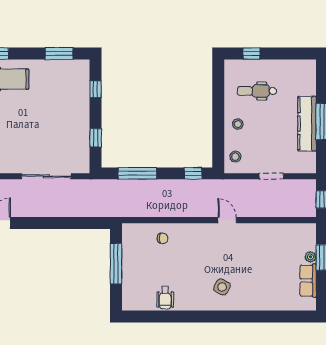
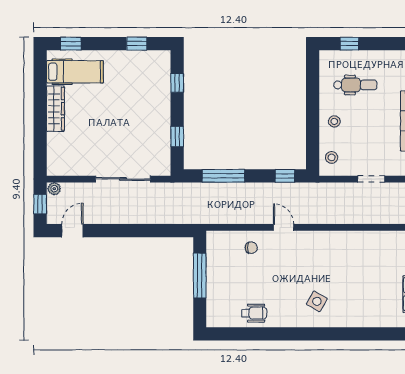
window: (59, 54) -> (137, 44), width x0.67
dental chair: (257, 91) -> (355, 85), turned 180
door: (227, 220) -> (284, 227), moved
wheelchair: (165, 298) -> (254, 313), turned -90

